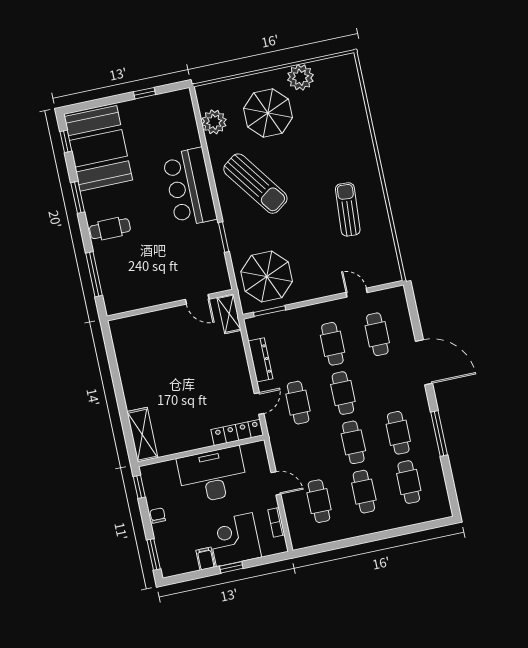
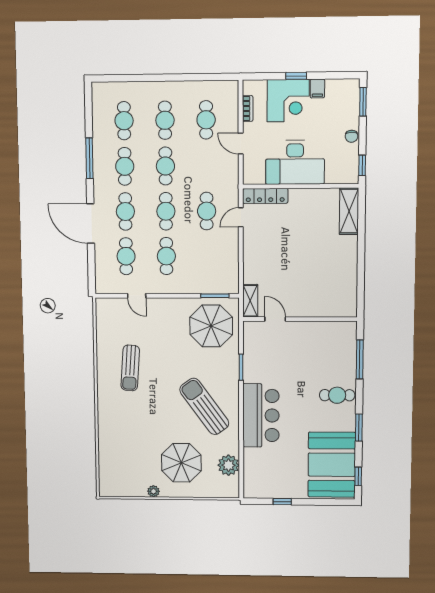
plant: (300, 77) -> (153, 491), width x0.53, depth x0.53
dresser: (260, 360) -> (232, 255), removed
cafe table: (388, 384) -> (125, 212), added

